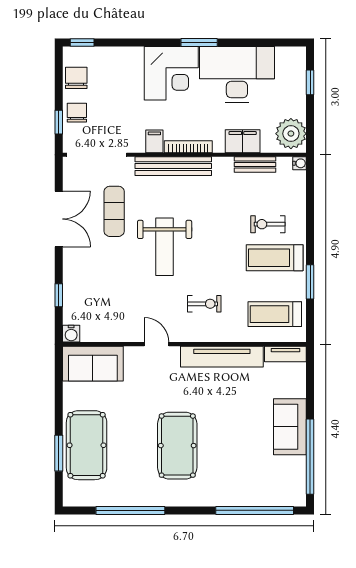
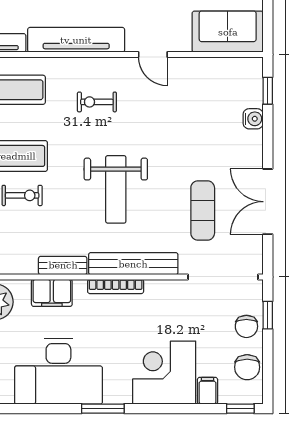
corner desk: (171, 73) -> (164, 373), moved
filing cabinet: (154, 141) -> (207, 391), moved, turned 180
bench: (255, 164) -> (63, 265), moved
weight bench: (165, 247) -> (116, 189), moved, turned 180
window: (59, 295) -> (268, 91), moved
water cooler: (71, 334) -> (253, 119), moved, turned 90

